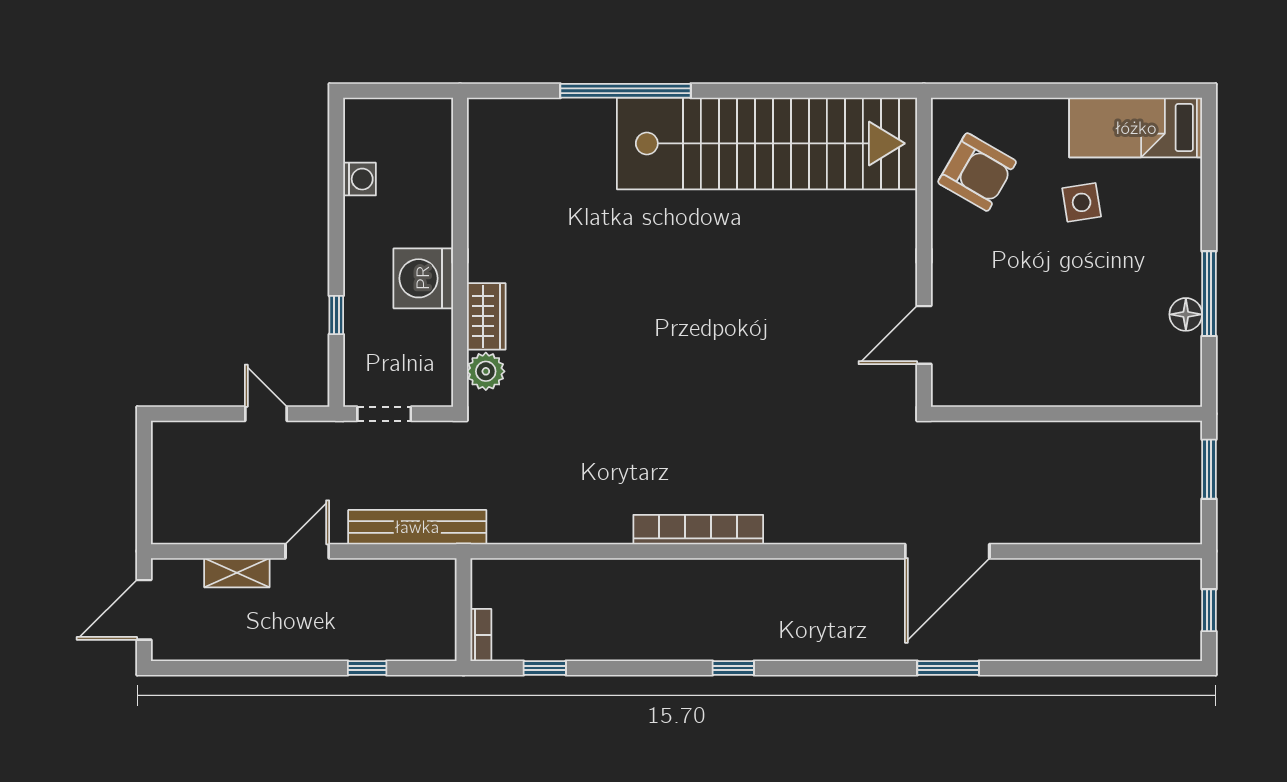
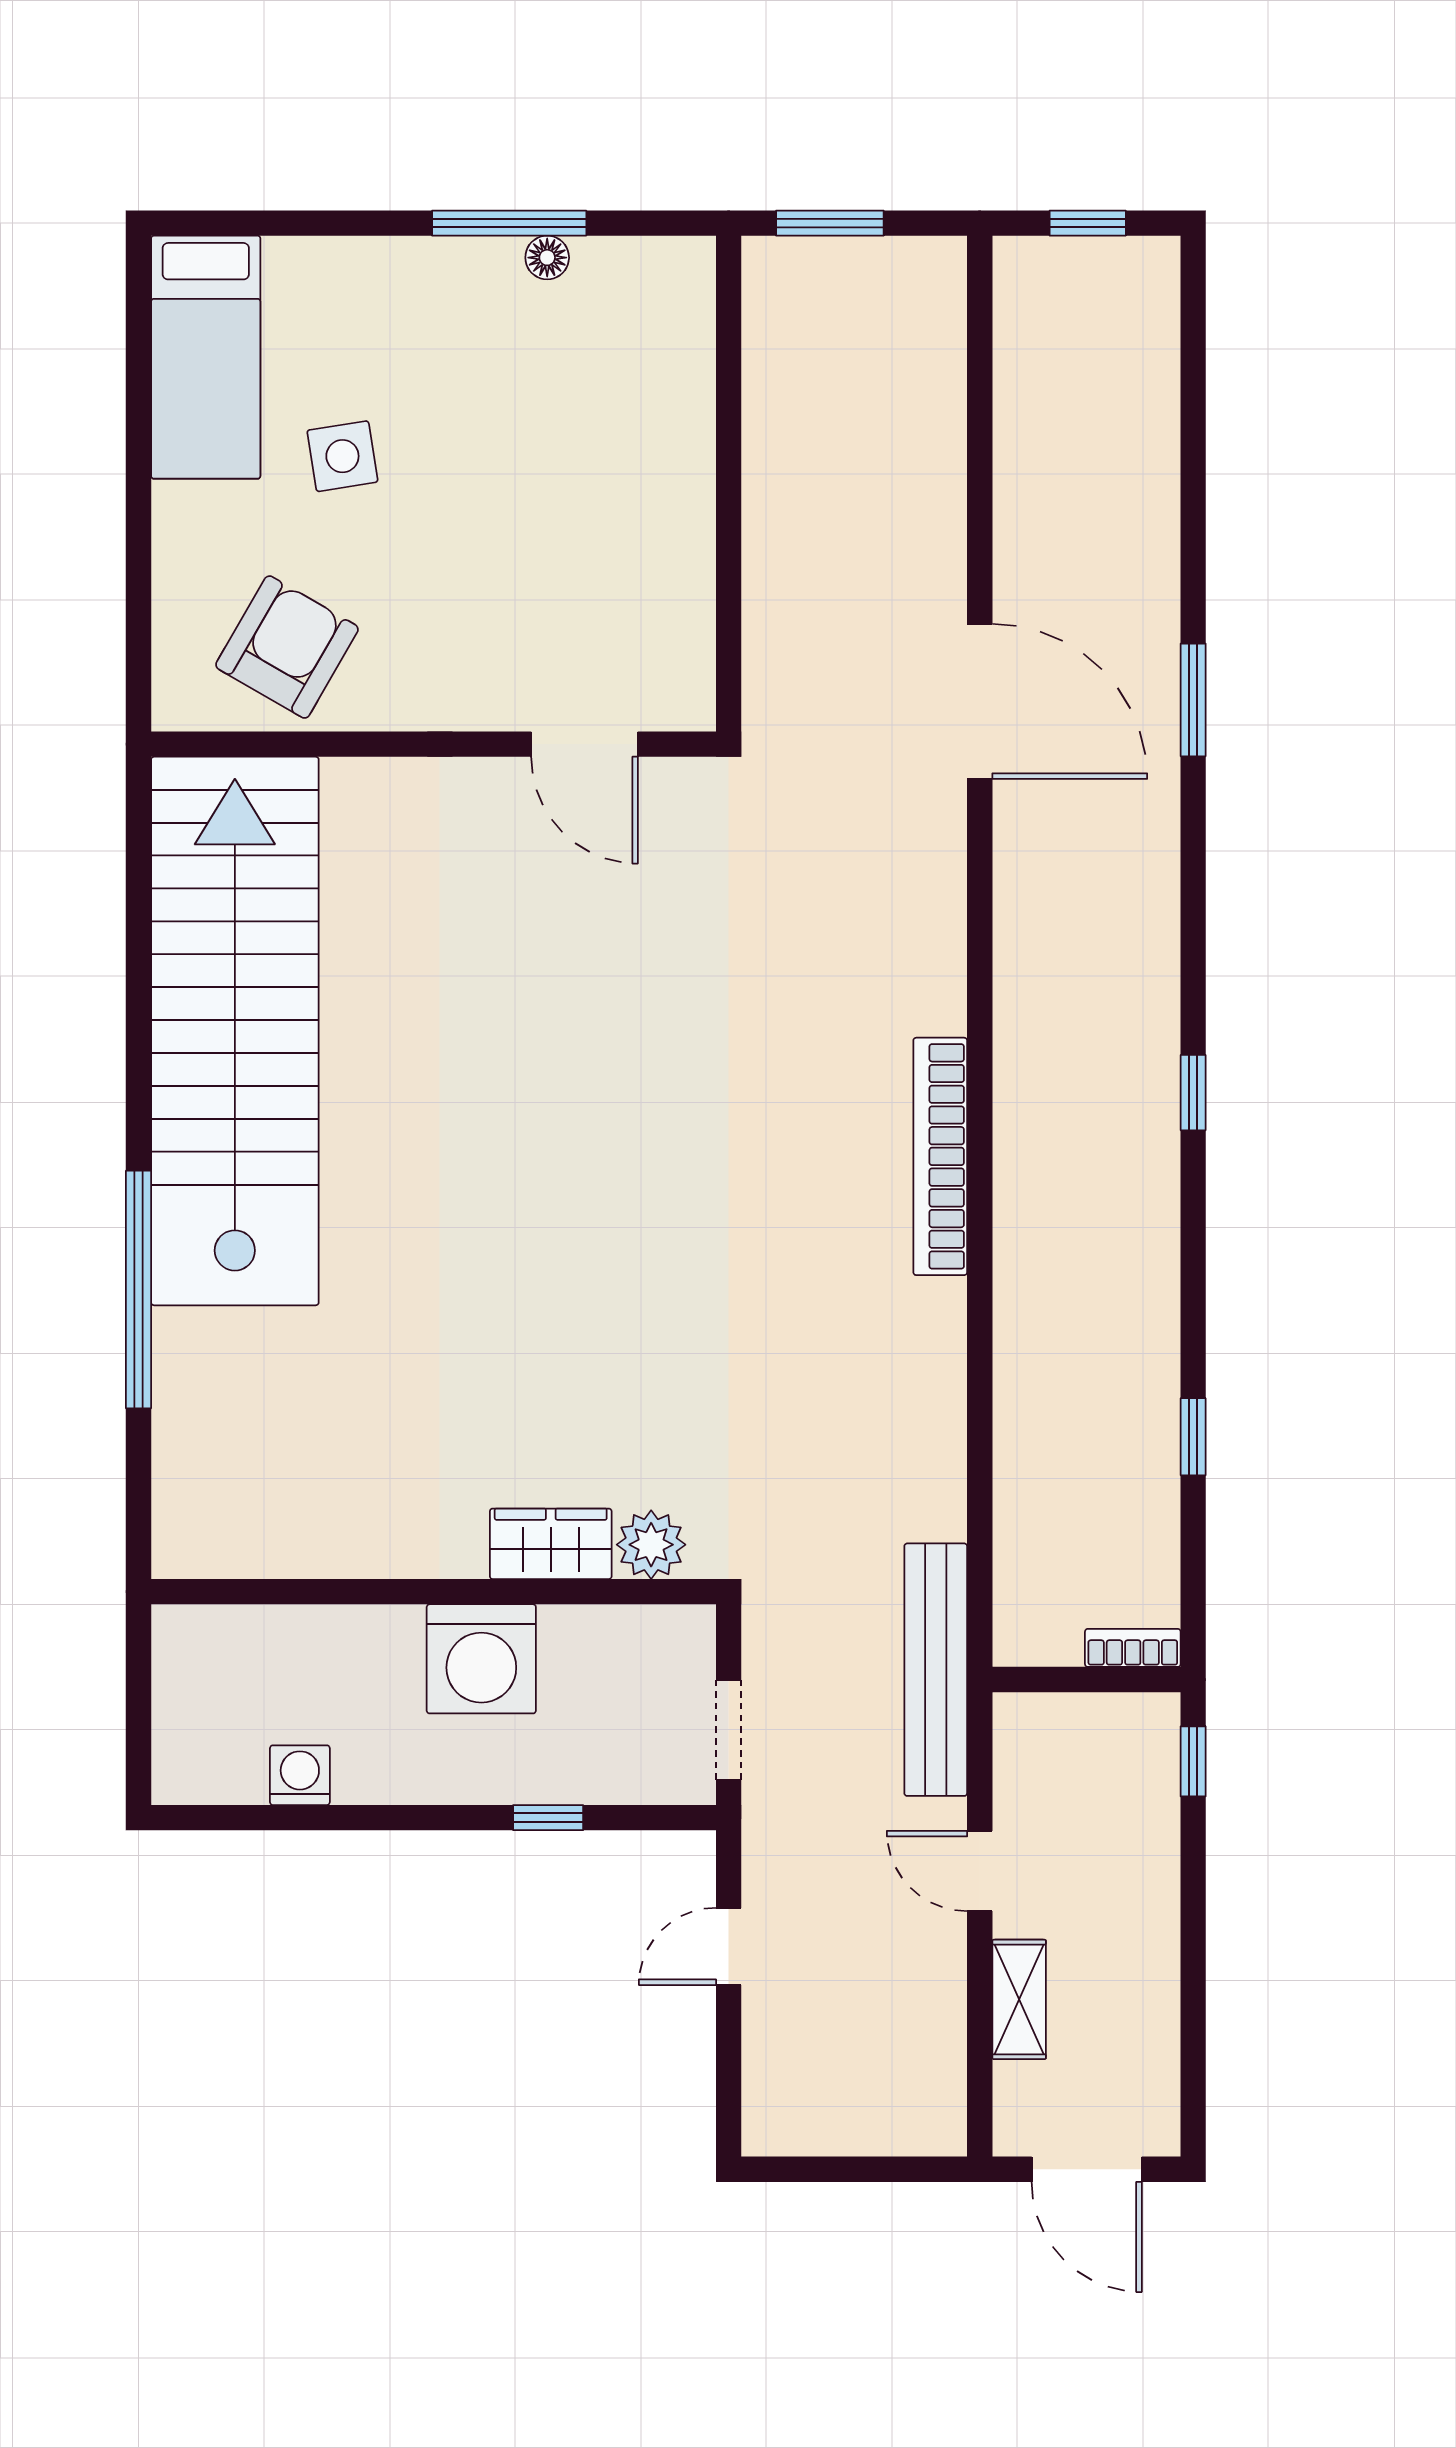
floor lamp: (1186, 314) -> (547, 258), width x0.73, depth x0.73
wall: (463, 610) -> (1086, 1680), moved
bookcase: (481, 635) -> (1133, 1648), moved

